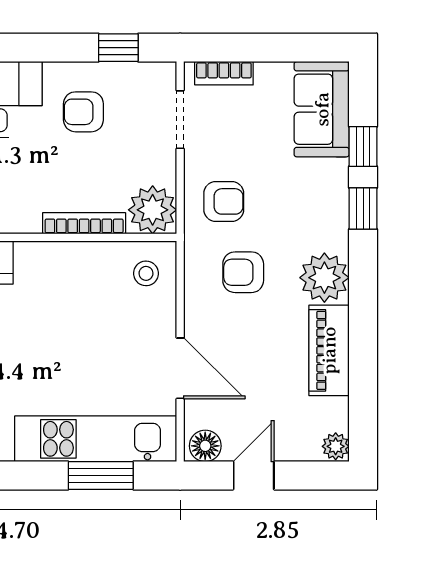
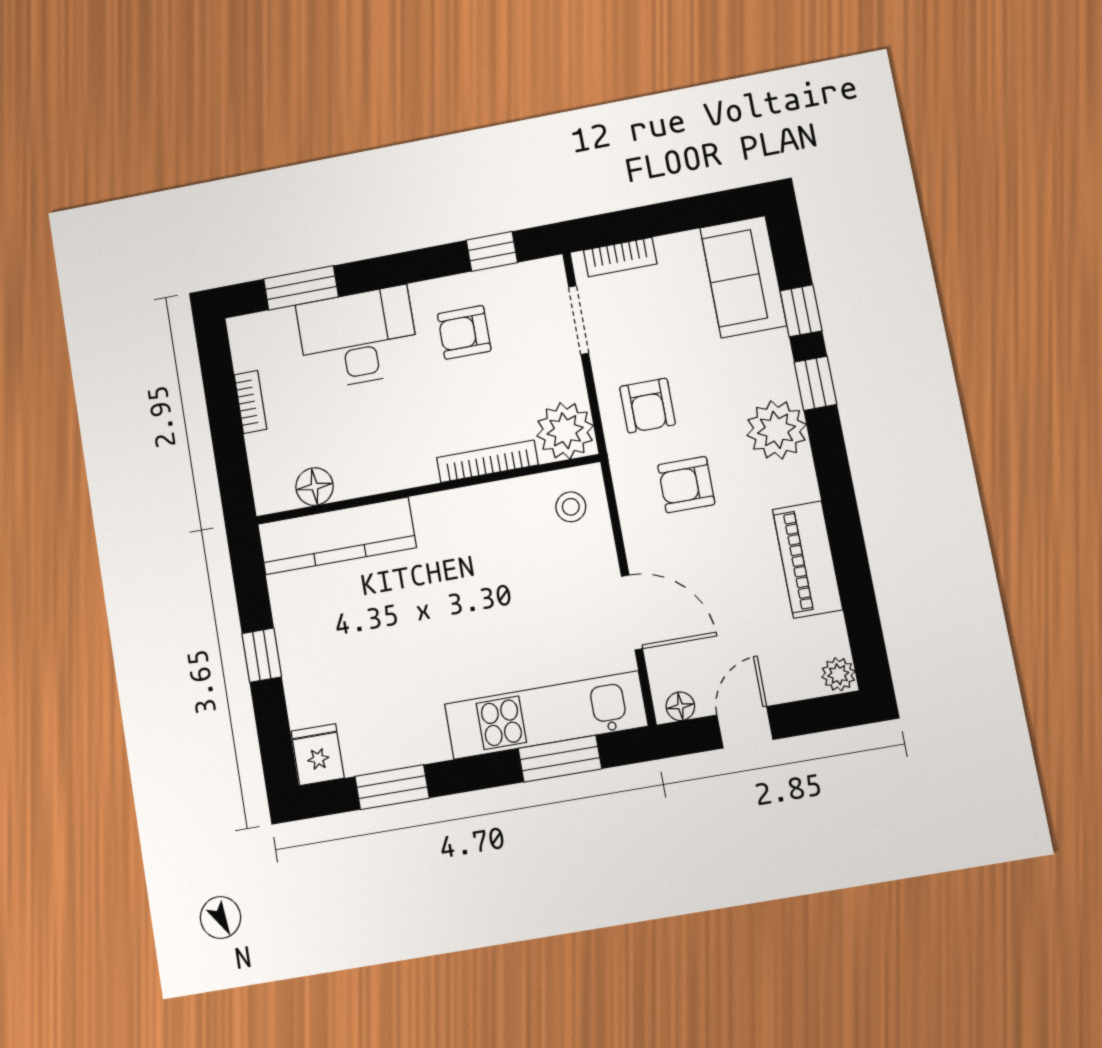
armchair: (224, 201) -> (647, 406), turned 90
plant: (324, 278) -> (777, 430), moved
floor lamp: (205, 446) -> (680, 706), width x0.73, depth x0.73

